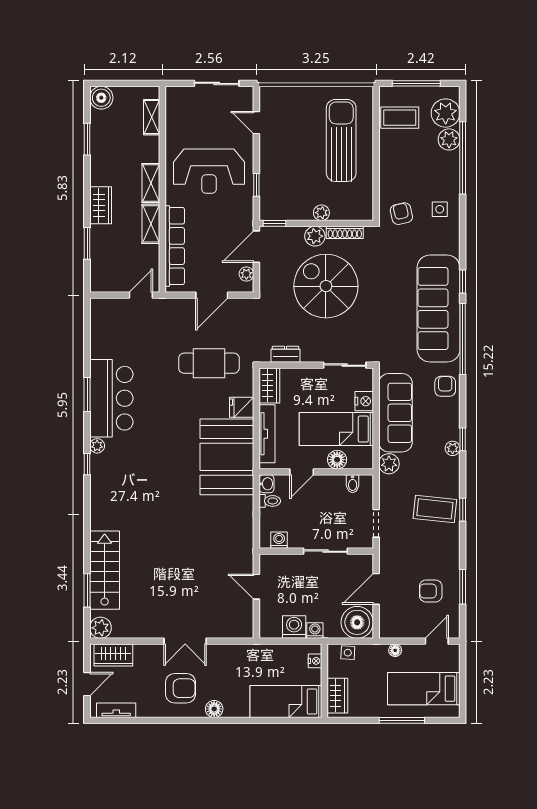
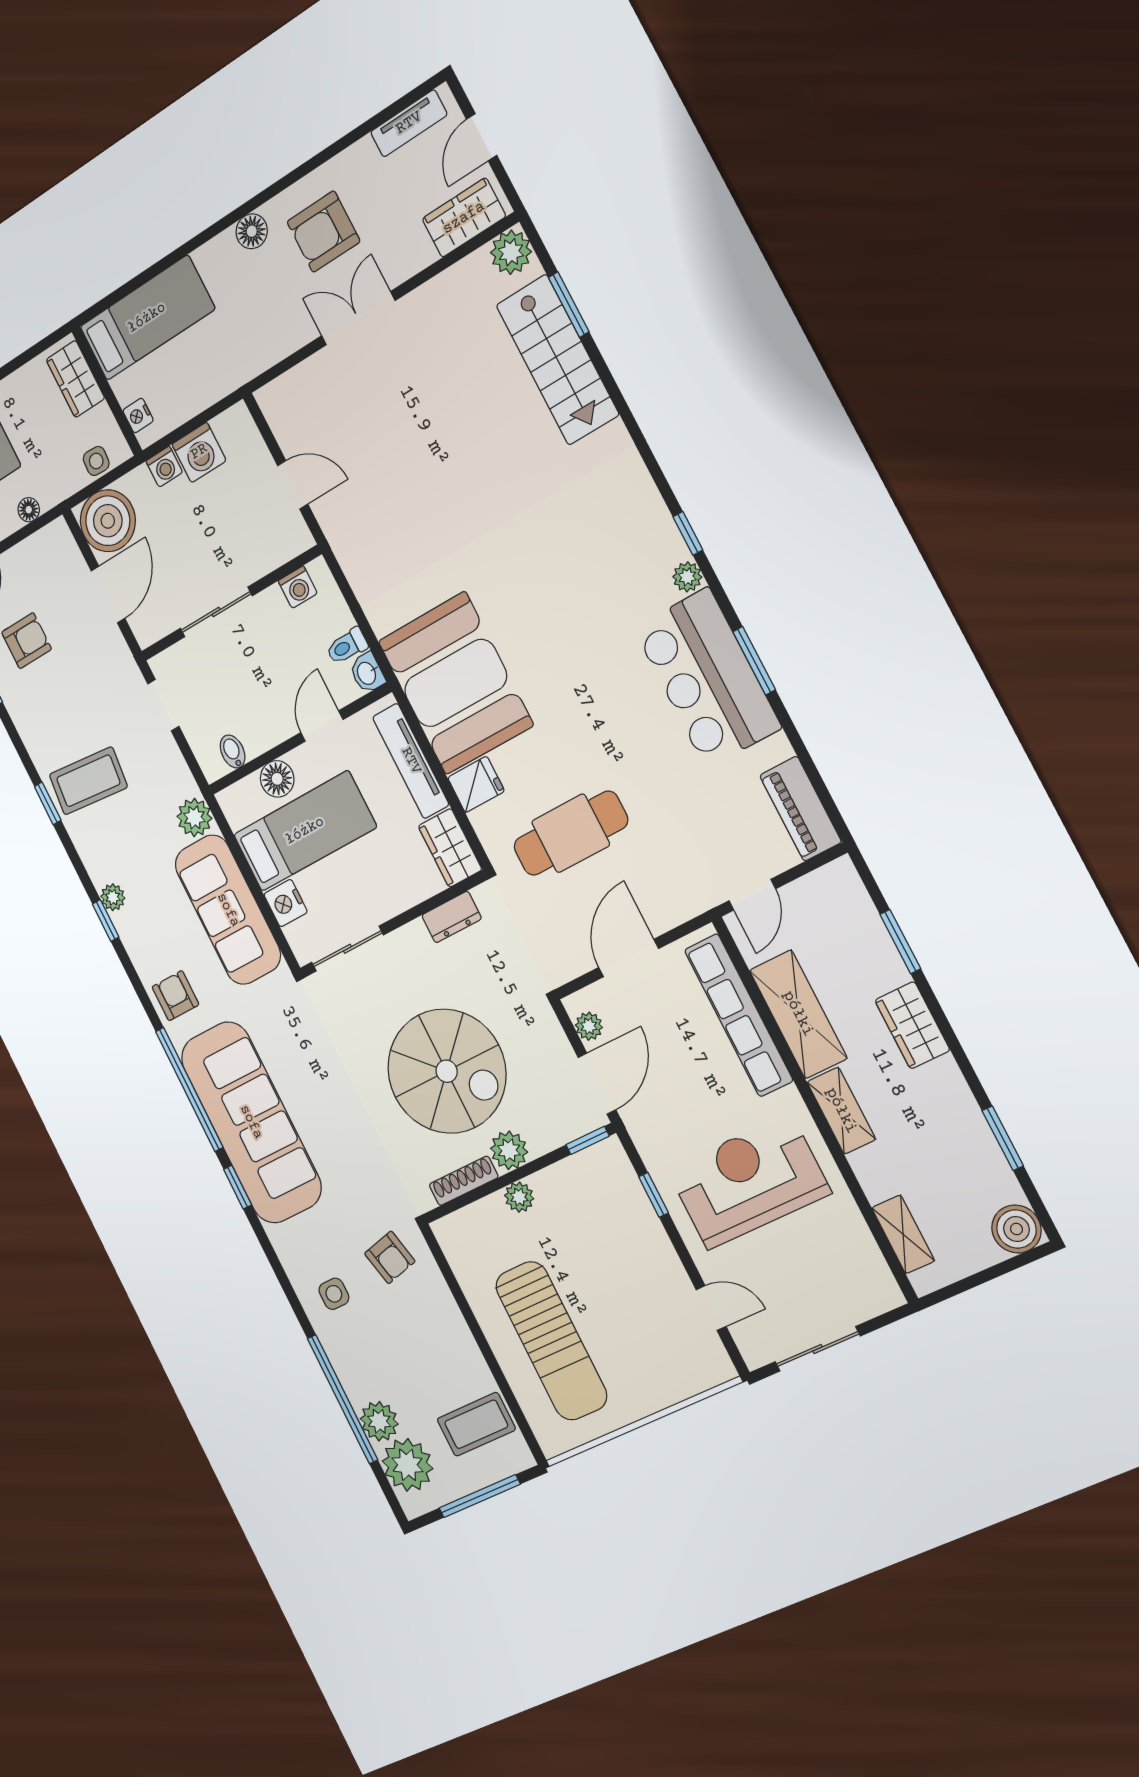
shelving: (151, 224) -> (798, 1014), width x1.50, depth x1.33
piano: (100, 321) -> (801, 809), added
armchair: (445, 386) -> (175, 996), turned 180

